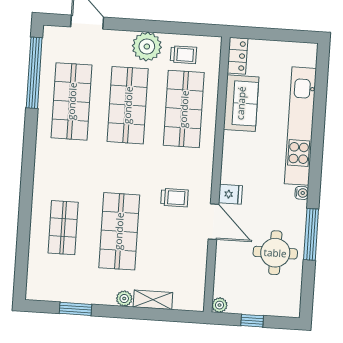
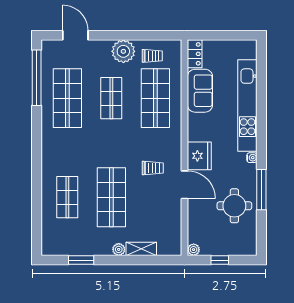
shop shelf: (128, 105) -> (111, 98), width x0.70, depth x0.74
fridge: (230, 194) -> (199, 156), width x1.88, depth x1.34

